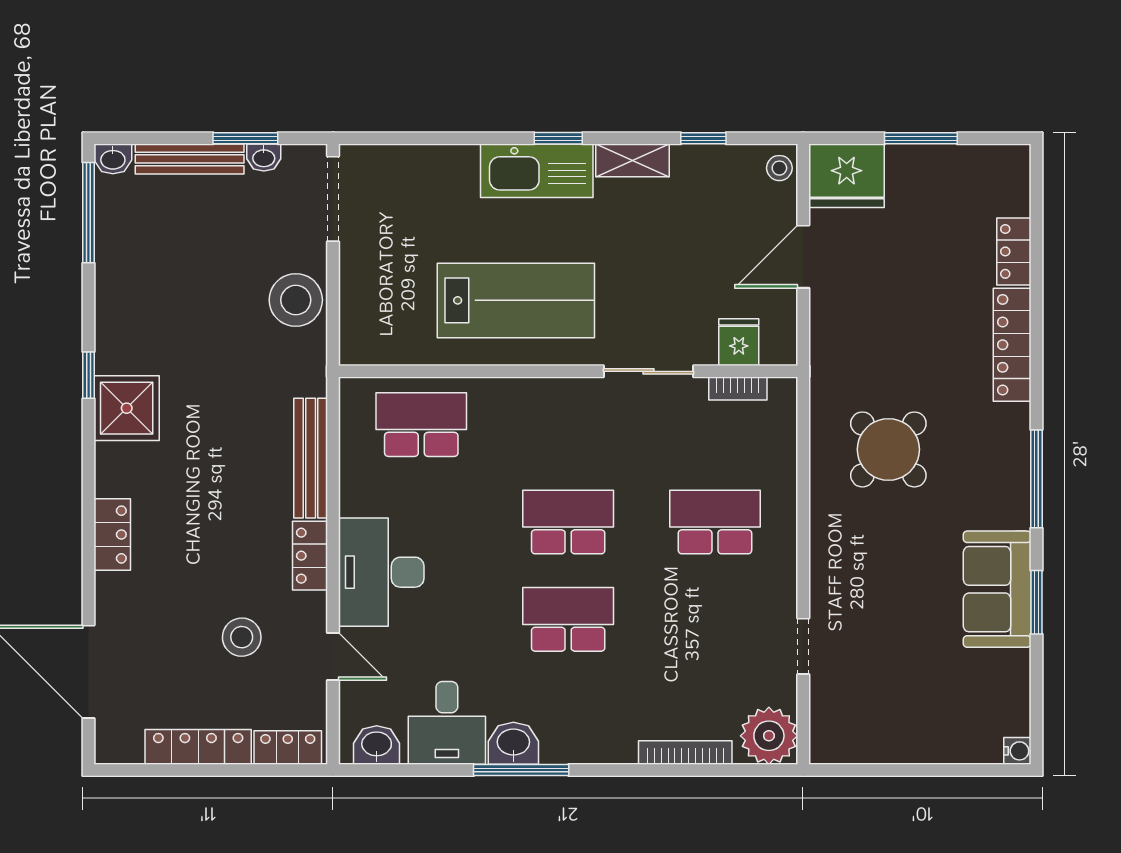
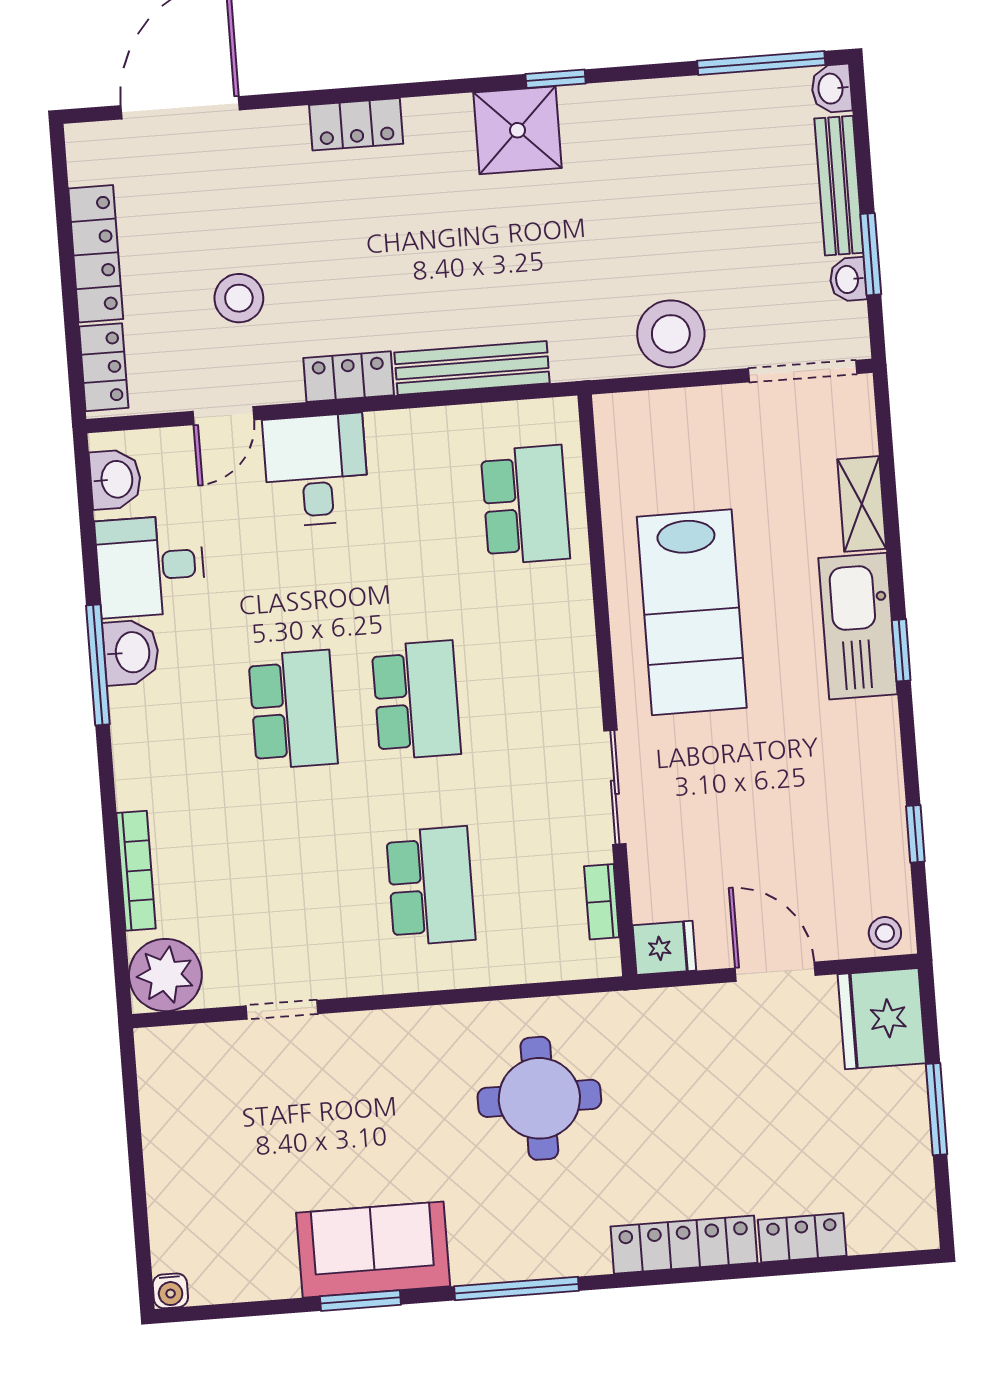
shelving: (632, 160) -> (862, 504), moved
fridge: (739, 342) -> (664, 948), moved
round table: (888, 449) -> (539, 1098), turned 45
desk: (381, 572) -> (316, 470), width x0.73

